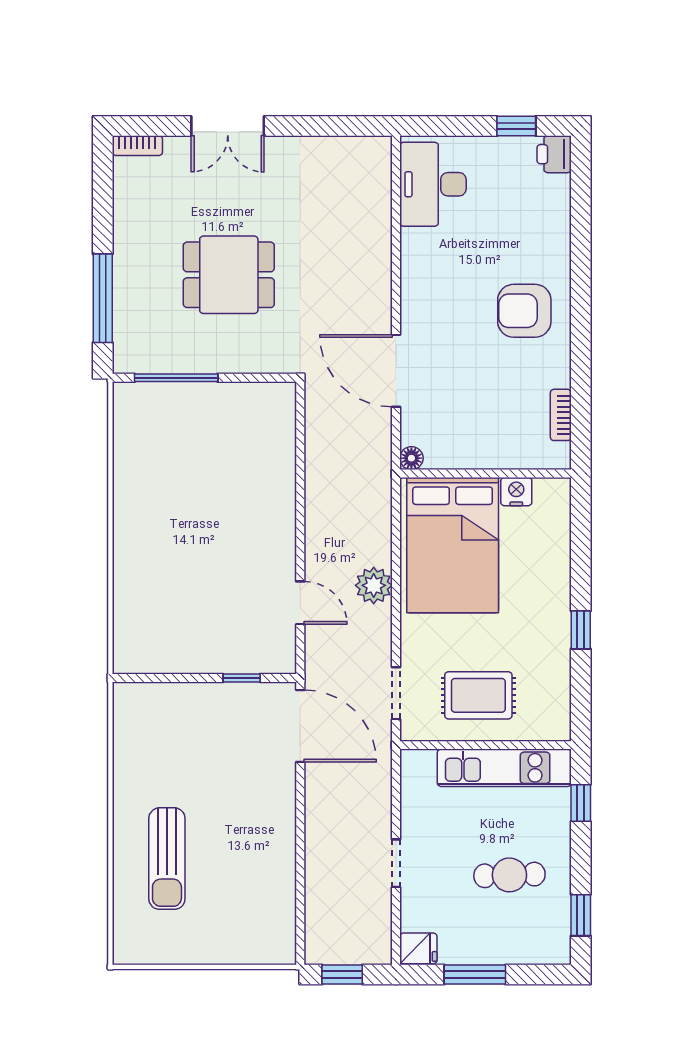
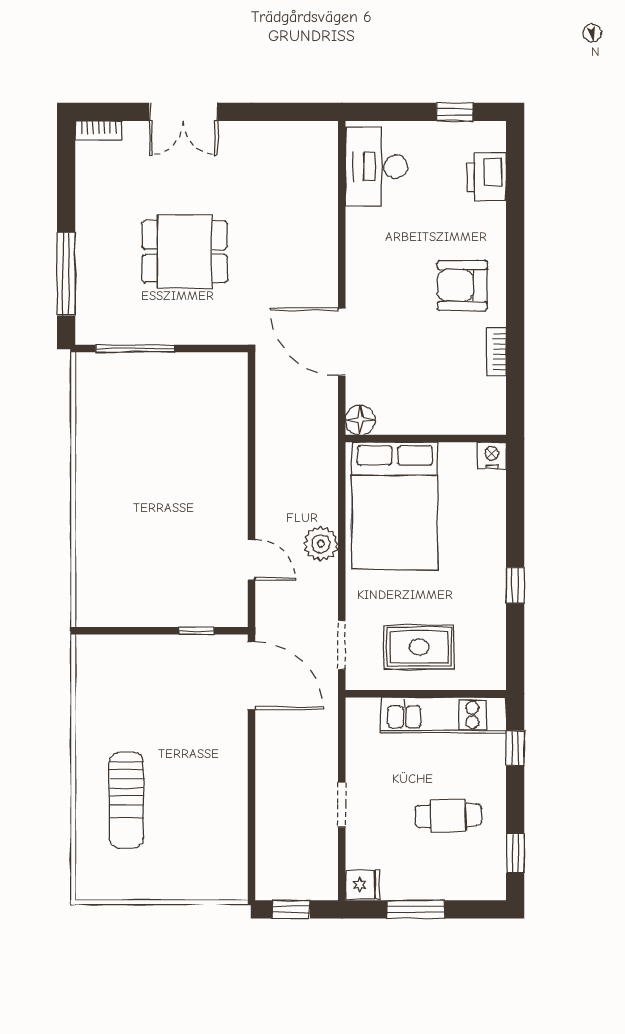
printer: (554, 154) -> (486, 177), moved, width x1.36, depth x1.24
bookcase: (561, 415) -> (497, 352), moved
floor lamp: (411, 458) -> (360, 420), width x1.37, depth x1.37
nightstand: (516, 492) -> (492, 455), moved

